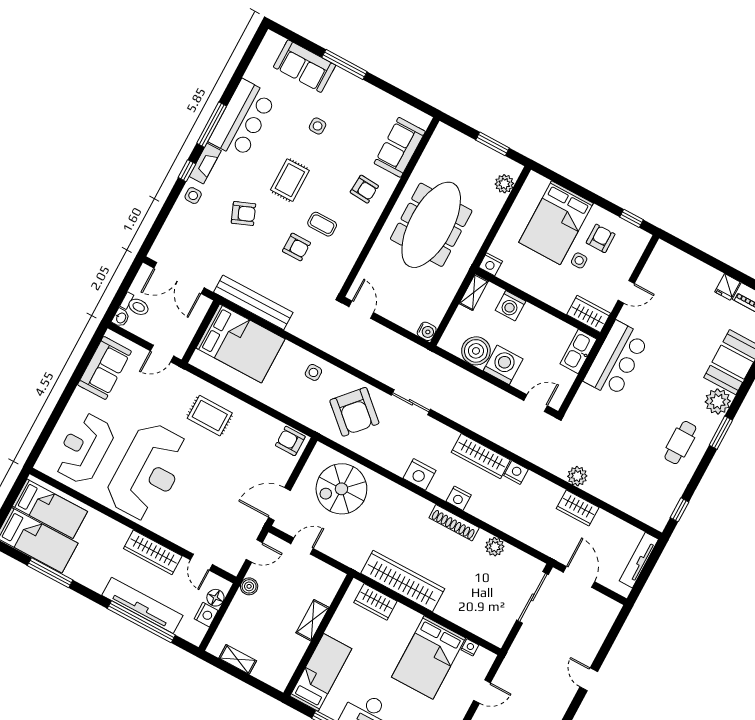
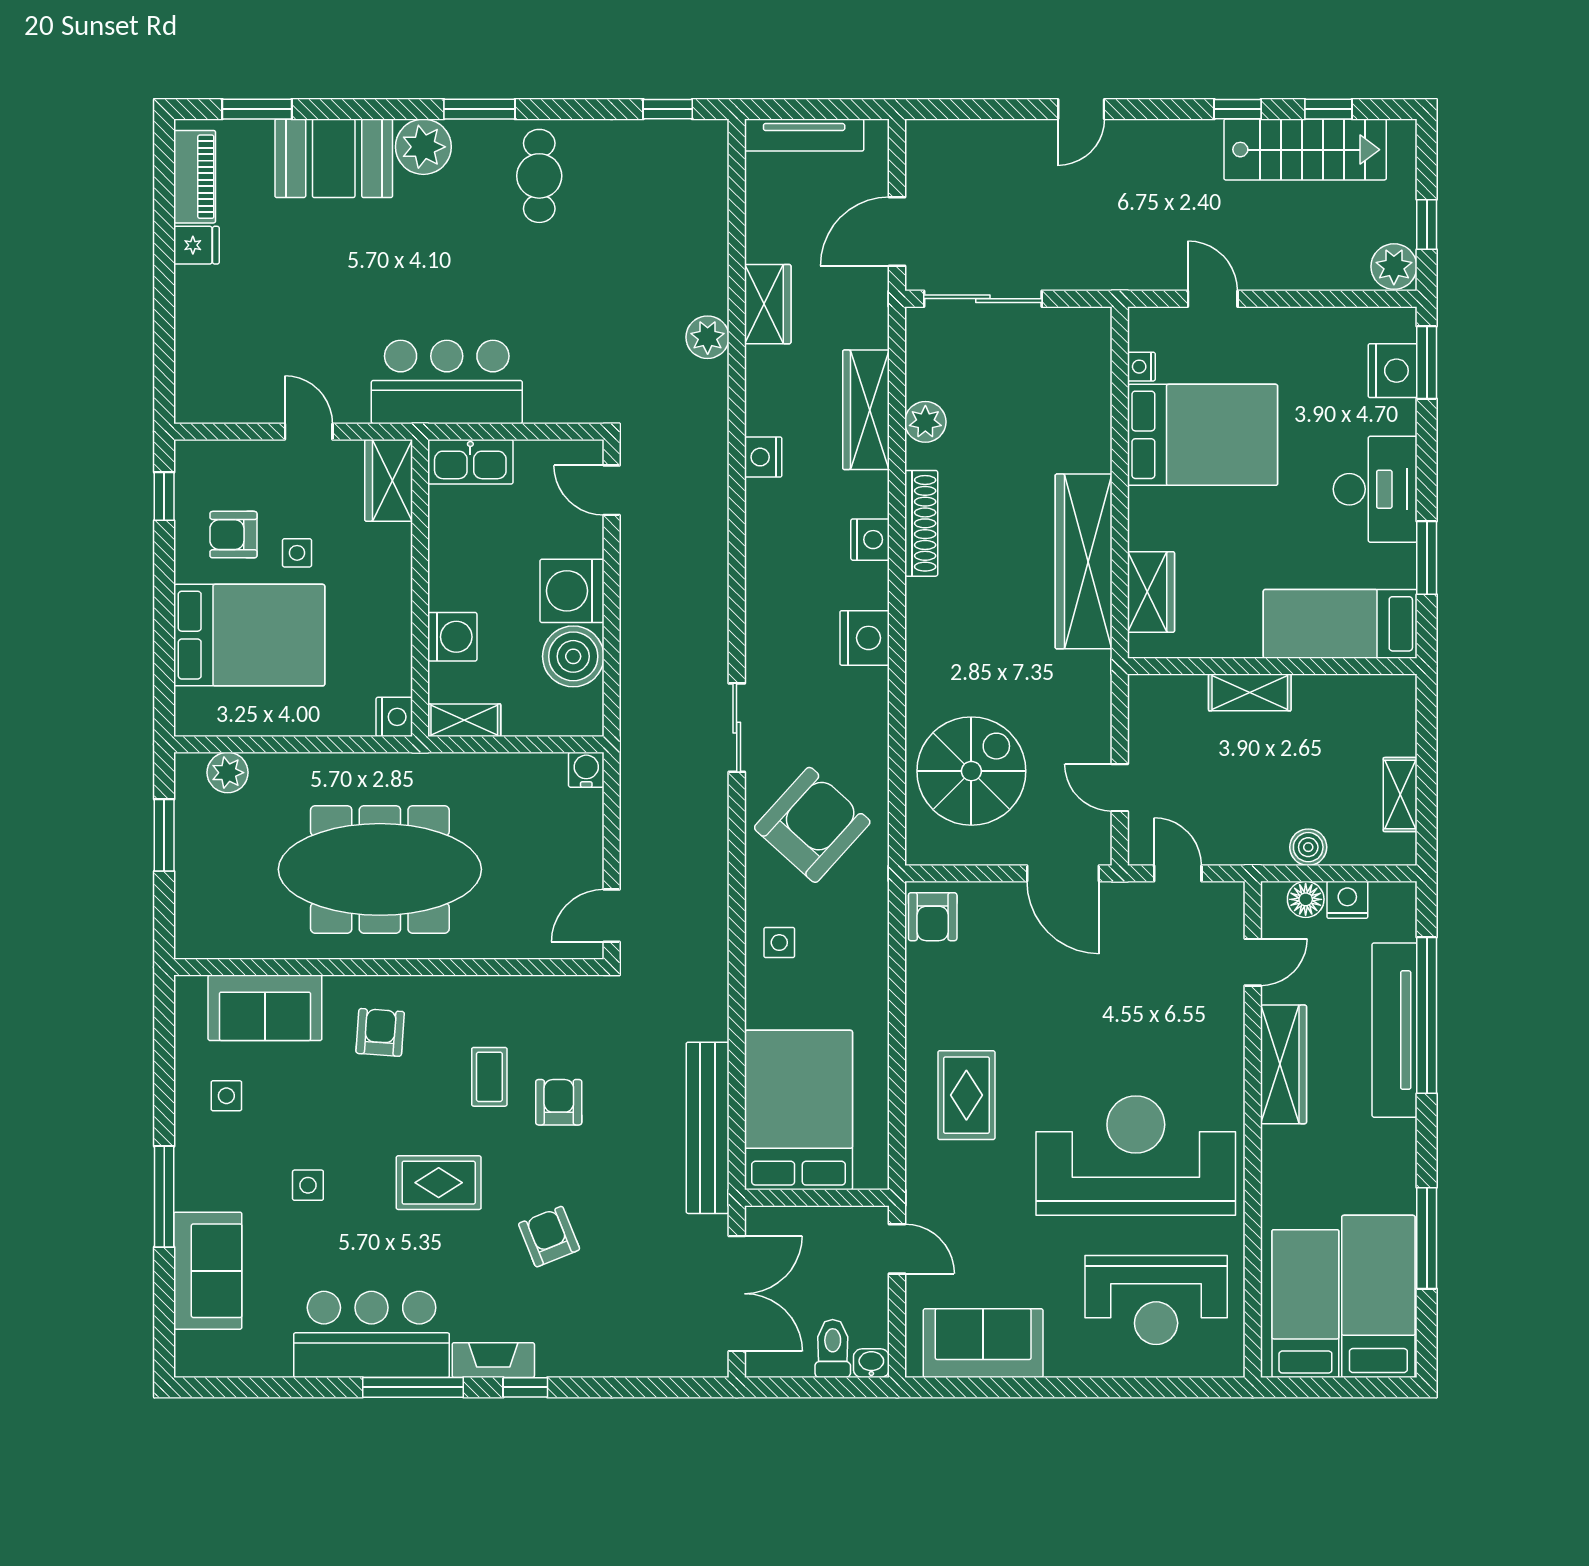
side table: (193, 196) -> (226, 1096), moved
cafe table: (680, 443) -> (539, 176), turned 90
wardrobe: (481, 456) -> (866, 410), moved, turned 180
spiral stairs: (341, 489) -> (971, 771), turned -90
boiler: (249, 586) -> (1308, 847), moved

